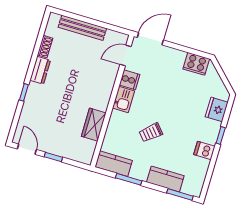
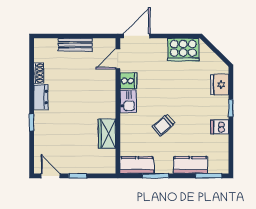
bench: (82, 28) -> (75, 45), width x0.73
cooker: (196, 64) -> (183, 50), width x1.37, depth x1.31

